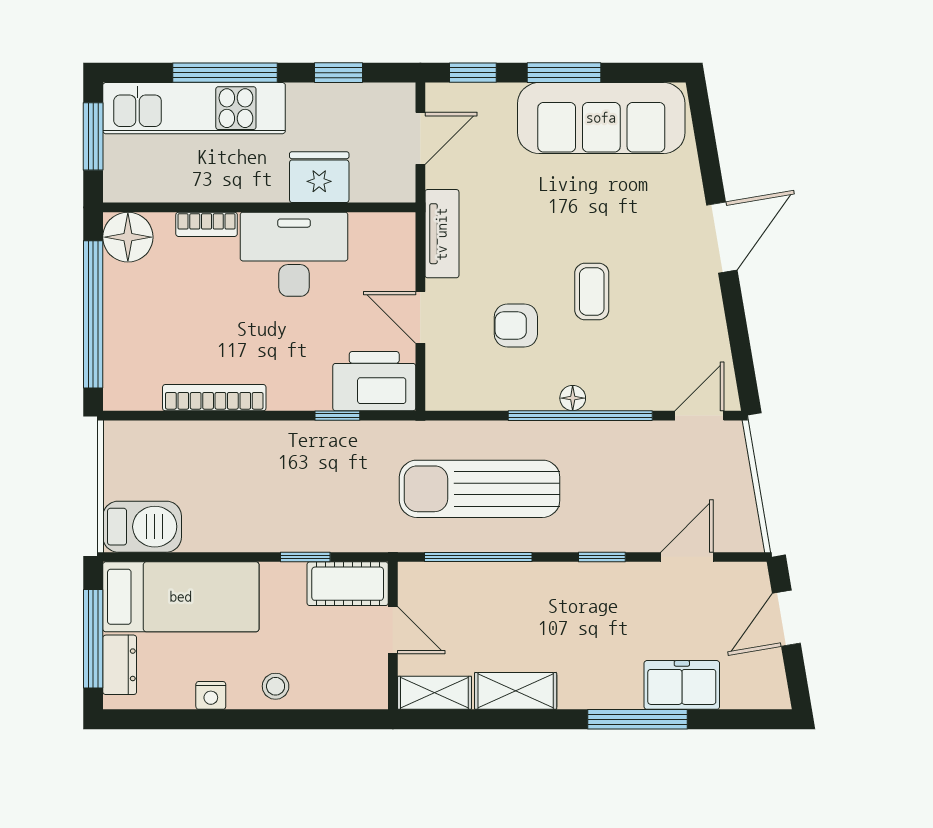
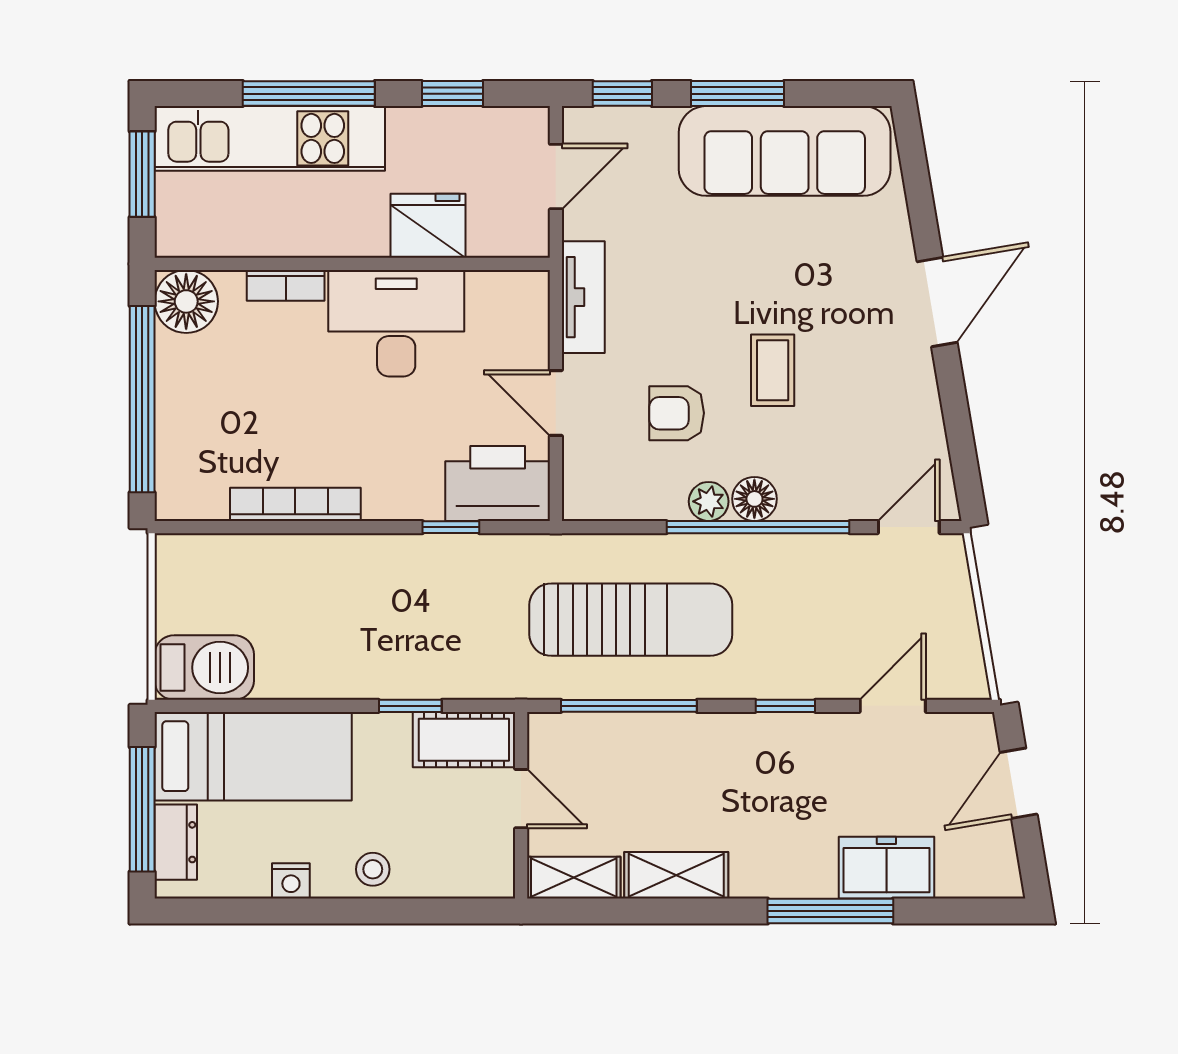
plant: (541, 395) -> (709, 501), added
floor lamp: (573, 398) -> (754, 499), width x1.37, depth x1.37
sun lounger: (480, 489) -> (631, 620), turned 180

